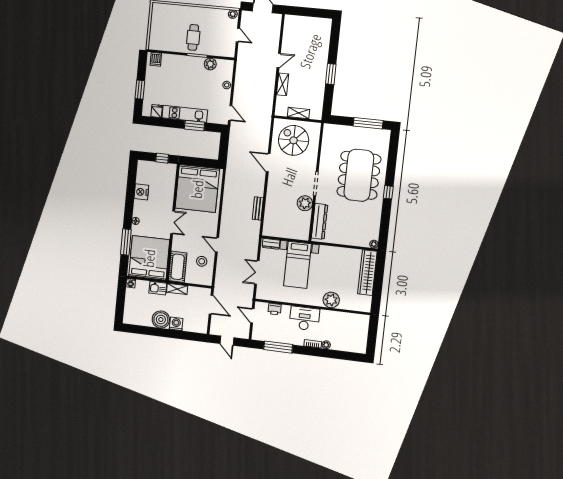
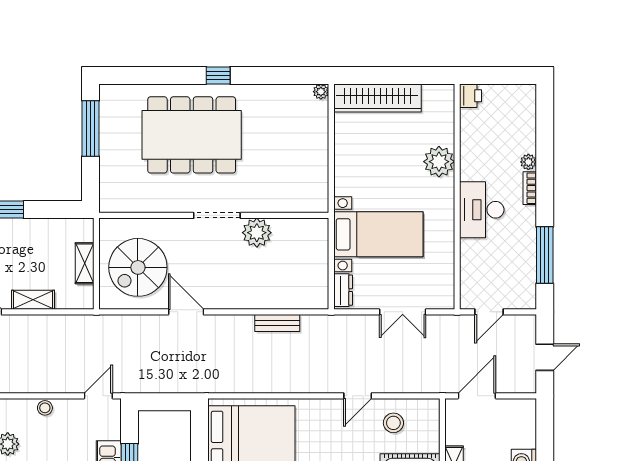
door: (268, 163) -> (186, 312), swing flipped
dresser: (320, 221) -> (289, 201), removed
printer: (275, 309) -> (470, 96), moved

